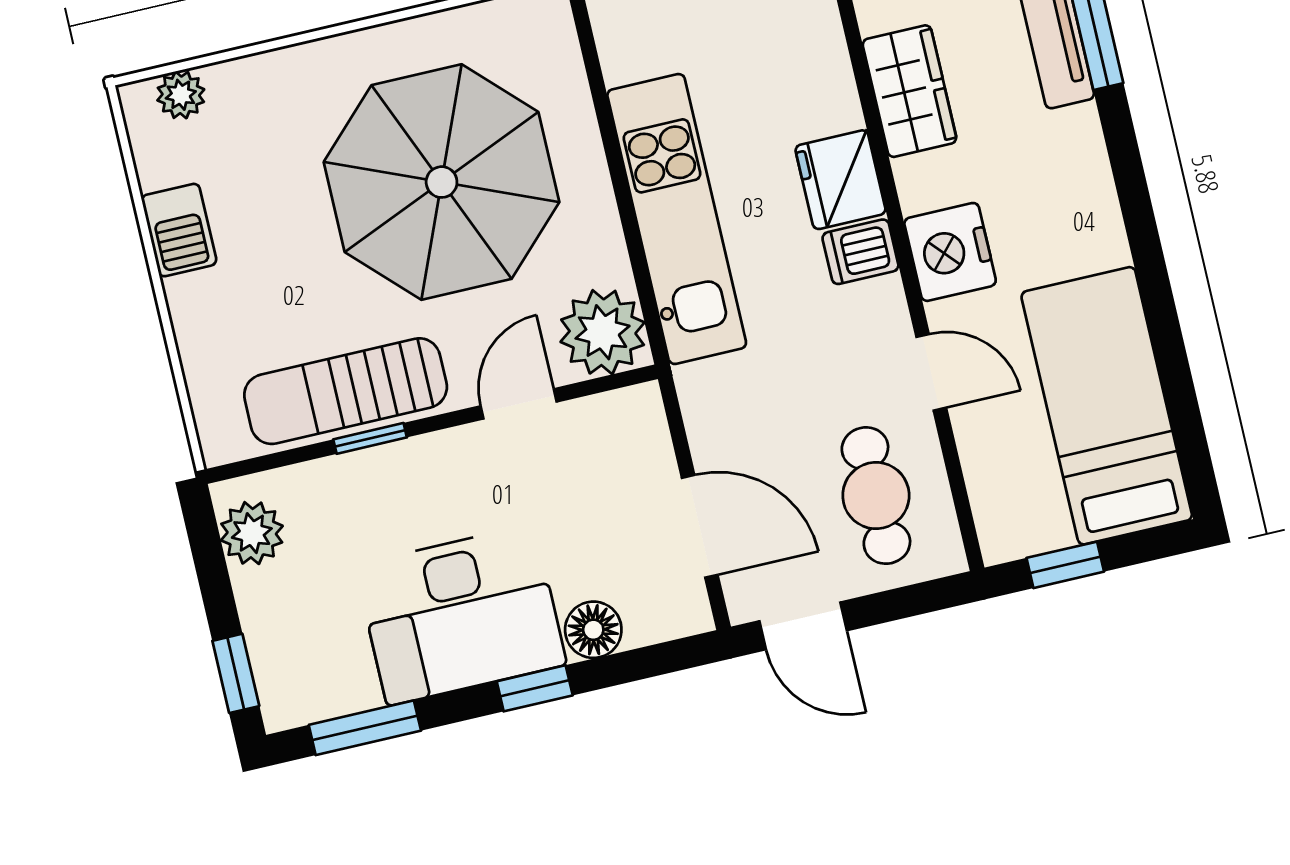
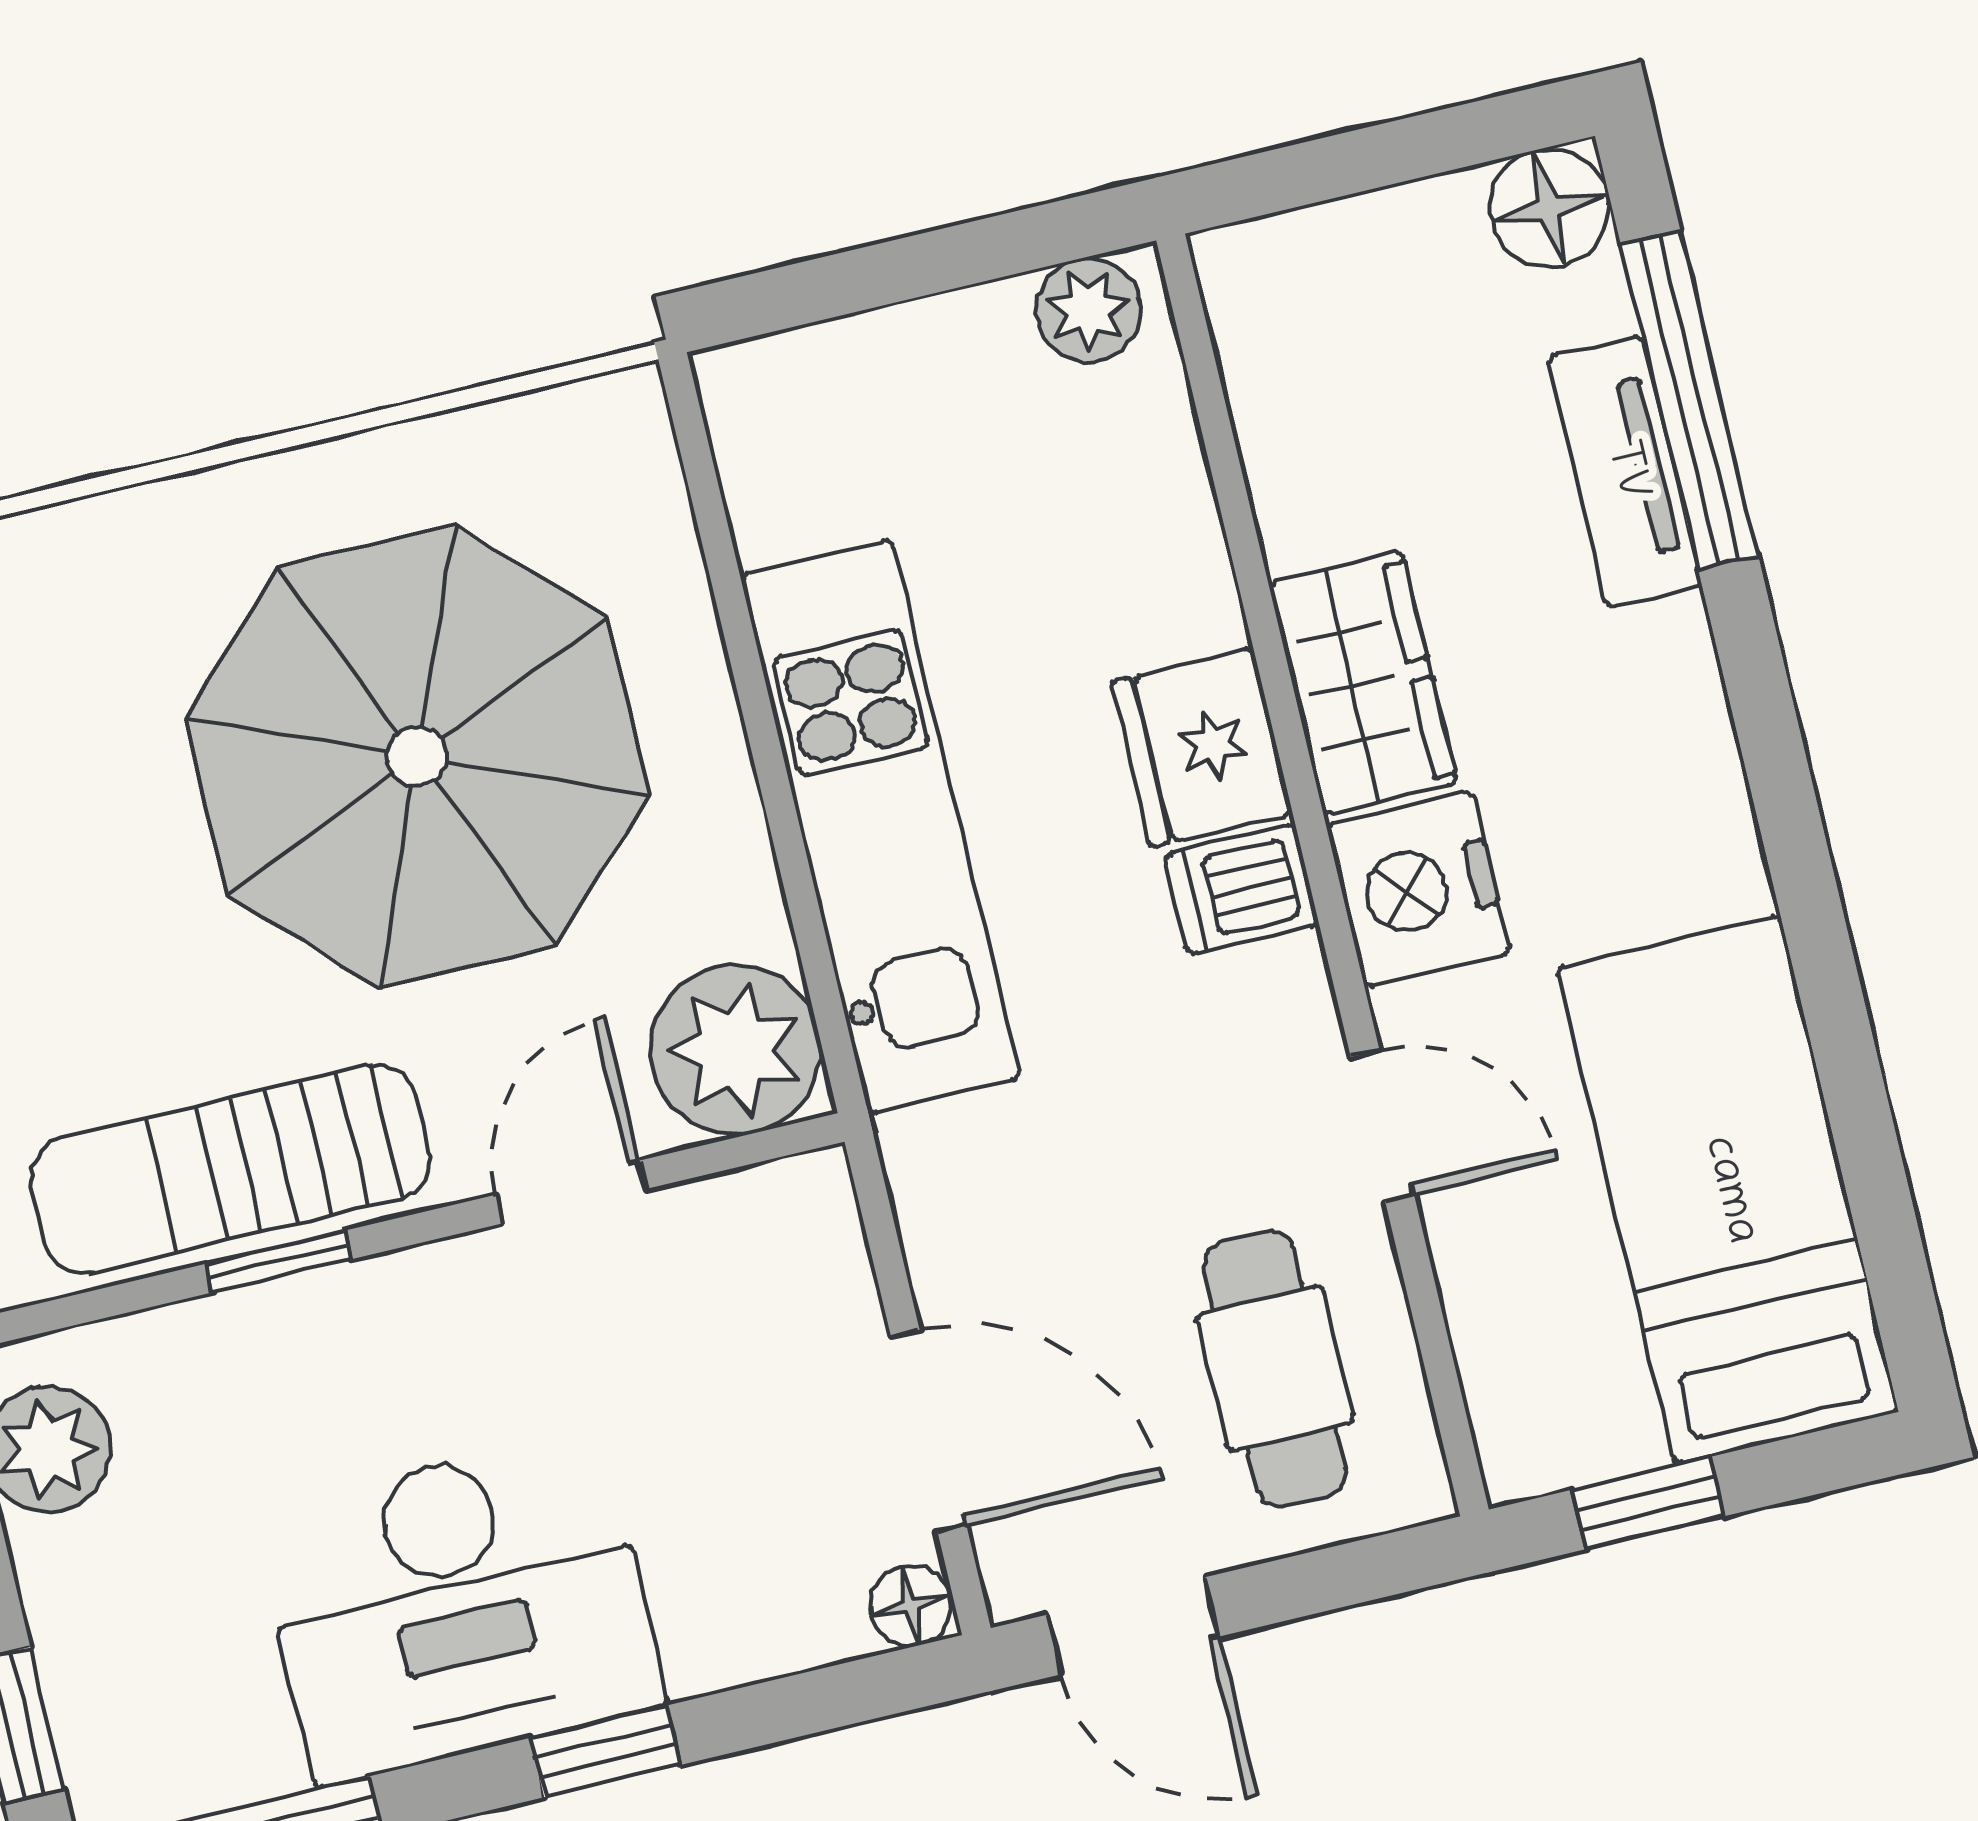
wardrobe: (909, 91) -> (1363, 683), moved
floor lamp: (593, 630) -> (910, 1606), moved, width x0.73, depth x0.73

